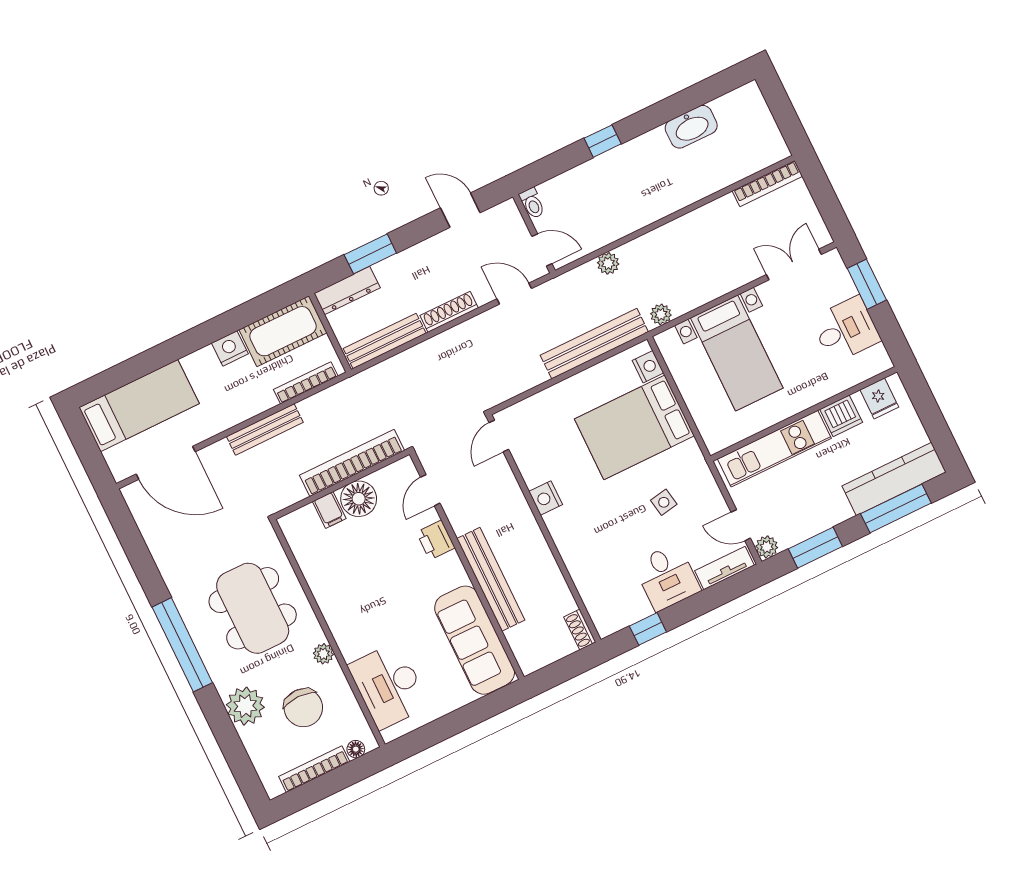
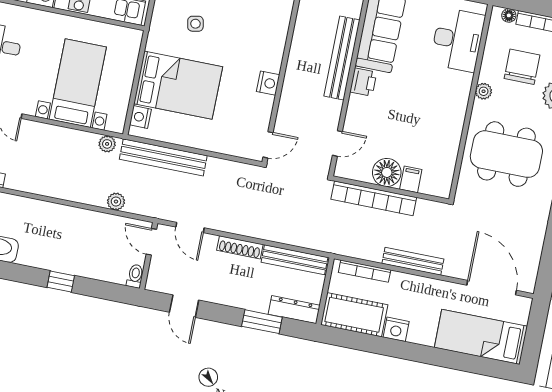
printer: (436, 540) -> (363, 82), moved
dining table: (253, 608) -> (506, 154), turned 90

